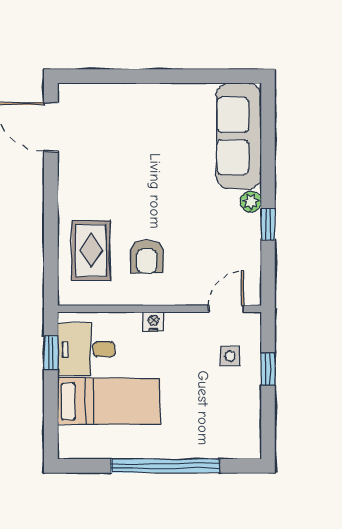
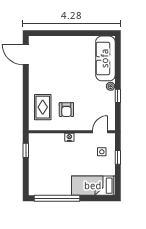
desk: (86, 349) -> (41, 149), removed
bed: (109, 401) -> (93, 186), moved, turned 180
window: (165, 466) -> (57, 198), moved

